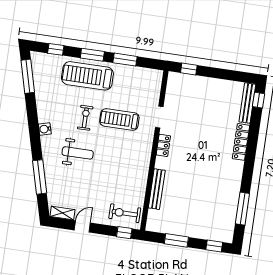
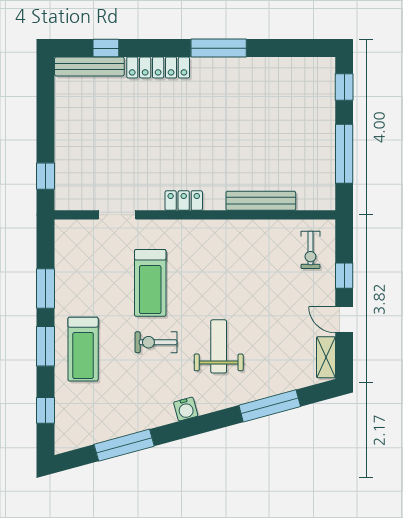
window: (28, 76) -> (124, 445), moved
treadmill: (87, 76) -> (83, 349), width x0.73, depth x0.73
window: (258, 100) -> (106, 48), moved
doorway: (159, 117) -> (117, 215), moved
window: (242, 209) -> (219, 48), moved
exercise bike: (125, 213) -> (310, 250), width x0.73, depth x0.72
window: (124, 233) -> (344, 276), moved
window: (176, 240) -> (344, 154), width x1.44

